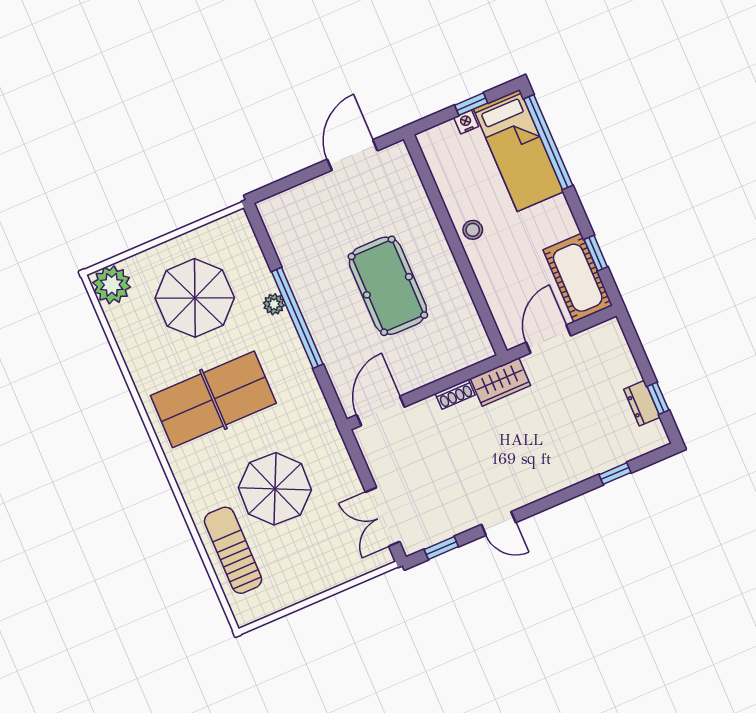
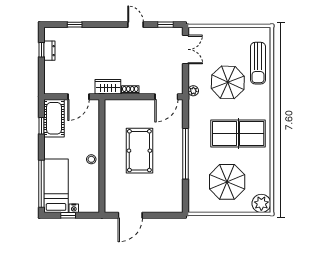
plant: (274, 304) -> (193, 91), moved

